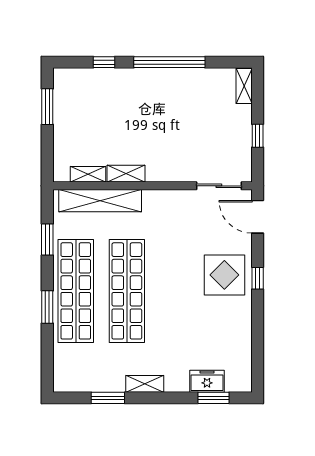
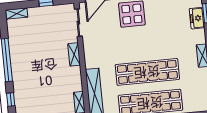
shelving: (126, 174) -> (74, 54), moved

